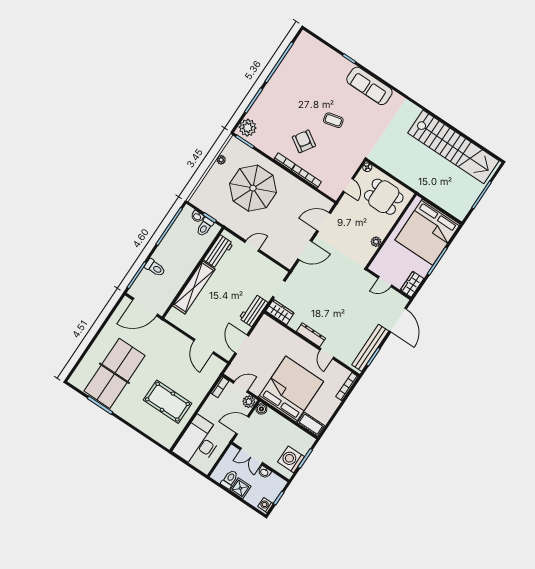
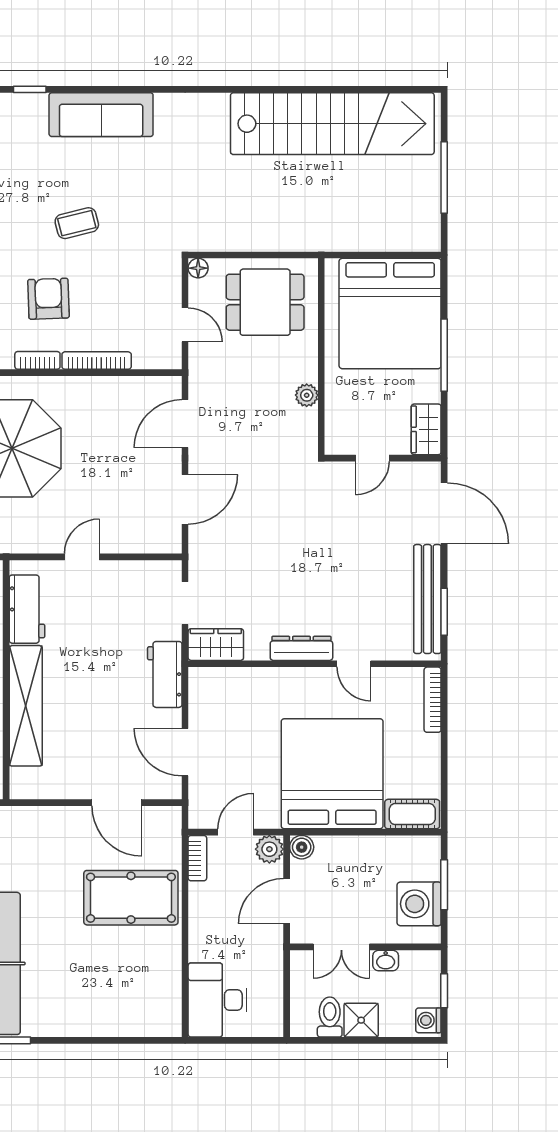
armchair: (304, 141) -> (48, 299), turned 55
pool table: (167, 402) -> (131, 898), moved
desk: (199, 442) -> (217, 1000), width x0.73, depth x0.77

